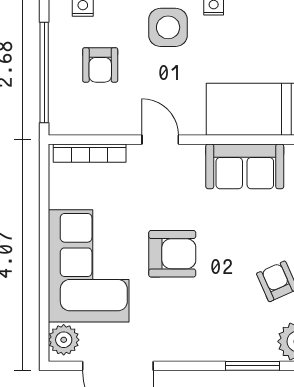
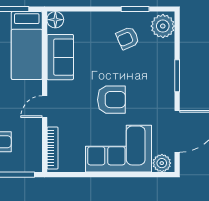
armchair: (172, 254) -> (111, 100), turned 90
window: (252, 366) -> (177, 76), moved

